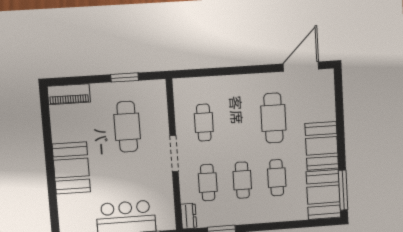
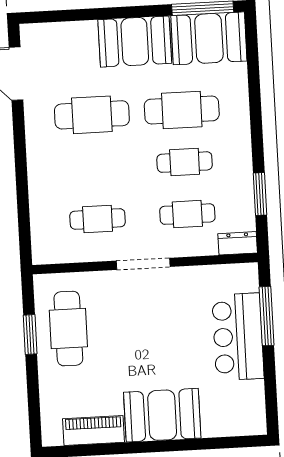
piano: (69, 94) -> (93, 430), moved, turned -90
cafe table: (127, 127) -> (68, 329), moved, turned 90
cafe table: (277, 178) -> (182, 110), width x1.37, depth x1.35

